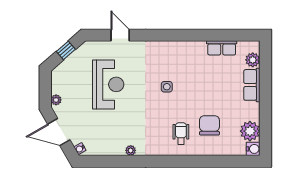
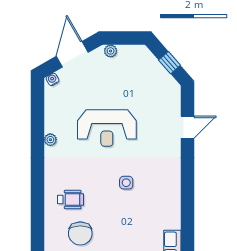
reception desk: (108, 84) -> (107, 128), moved
chair: (209, 125) -> (80, 233), turned 90

